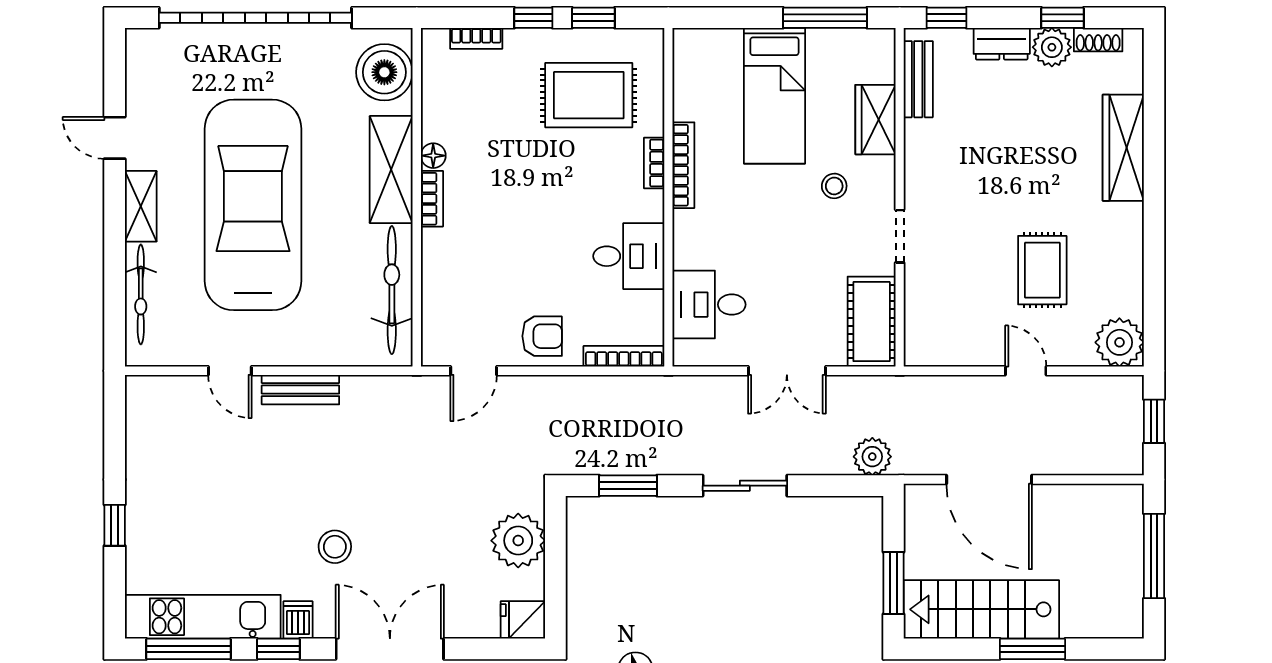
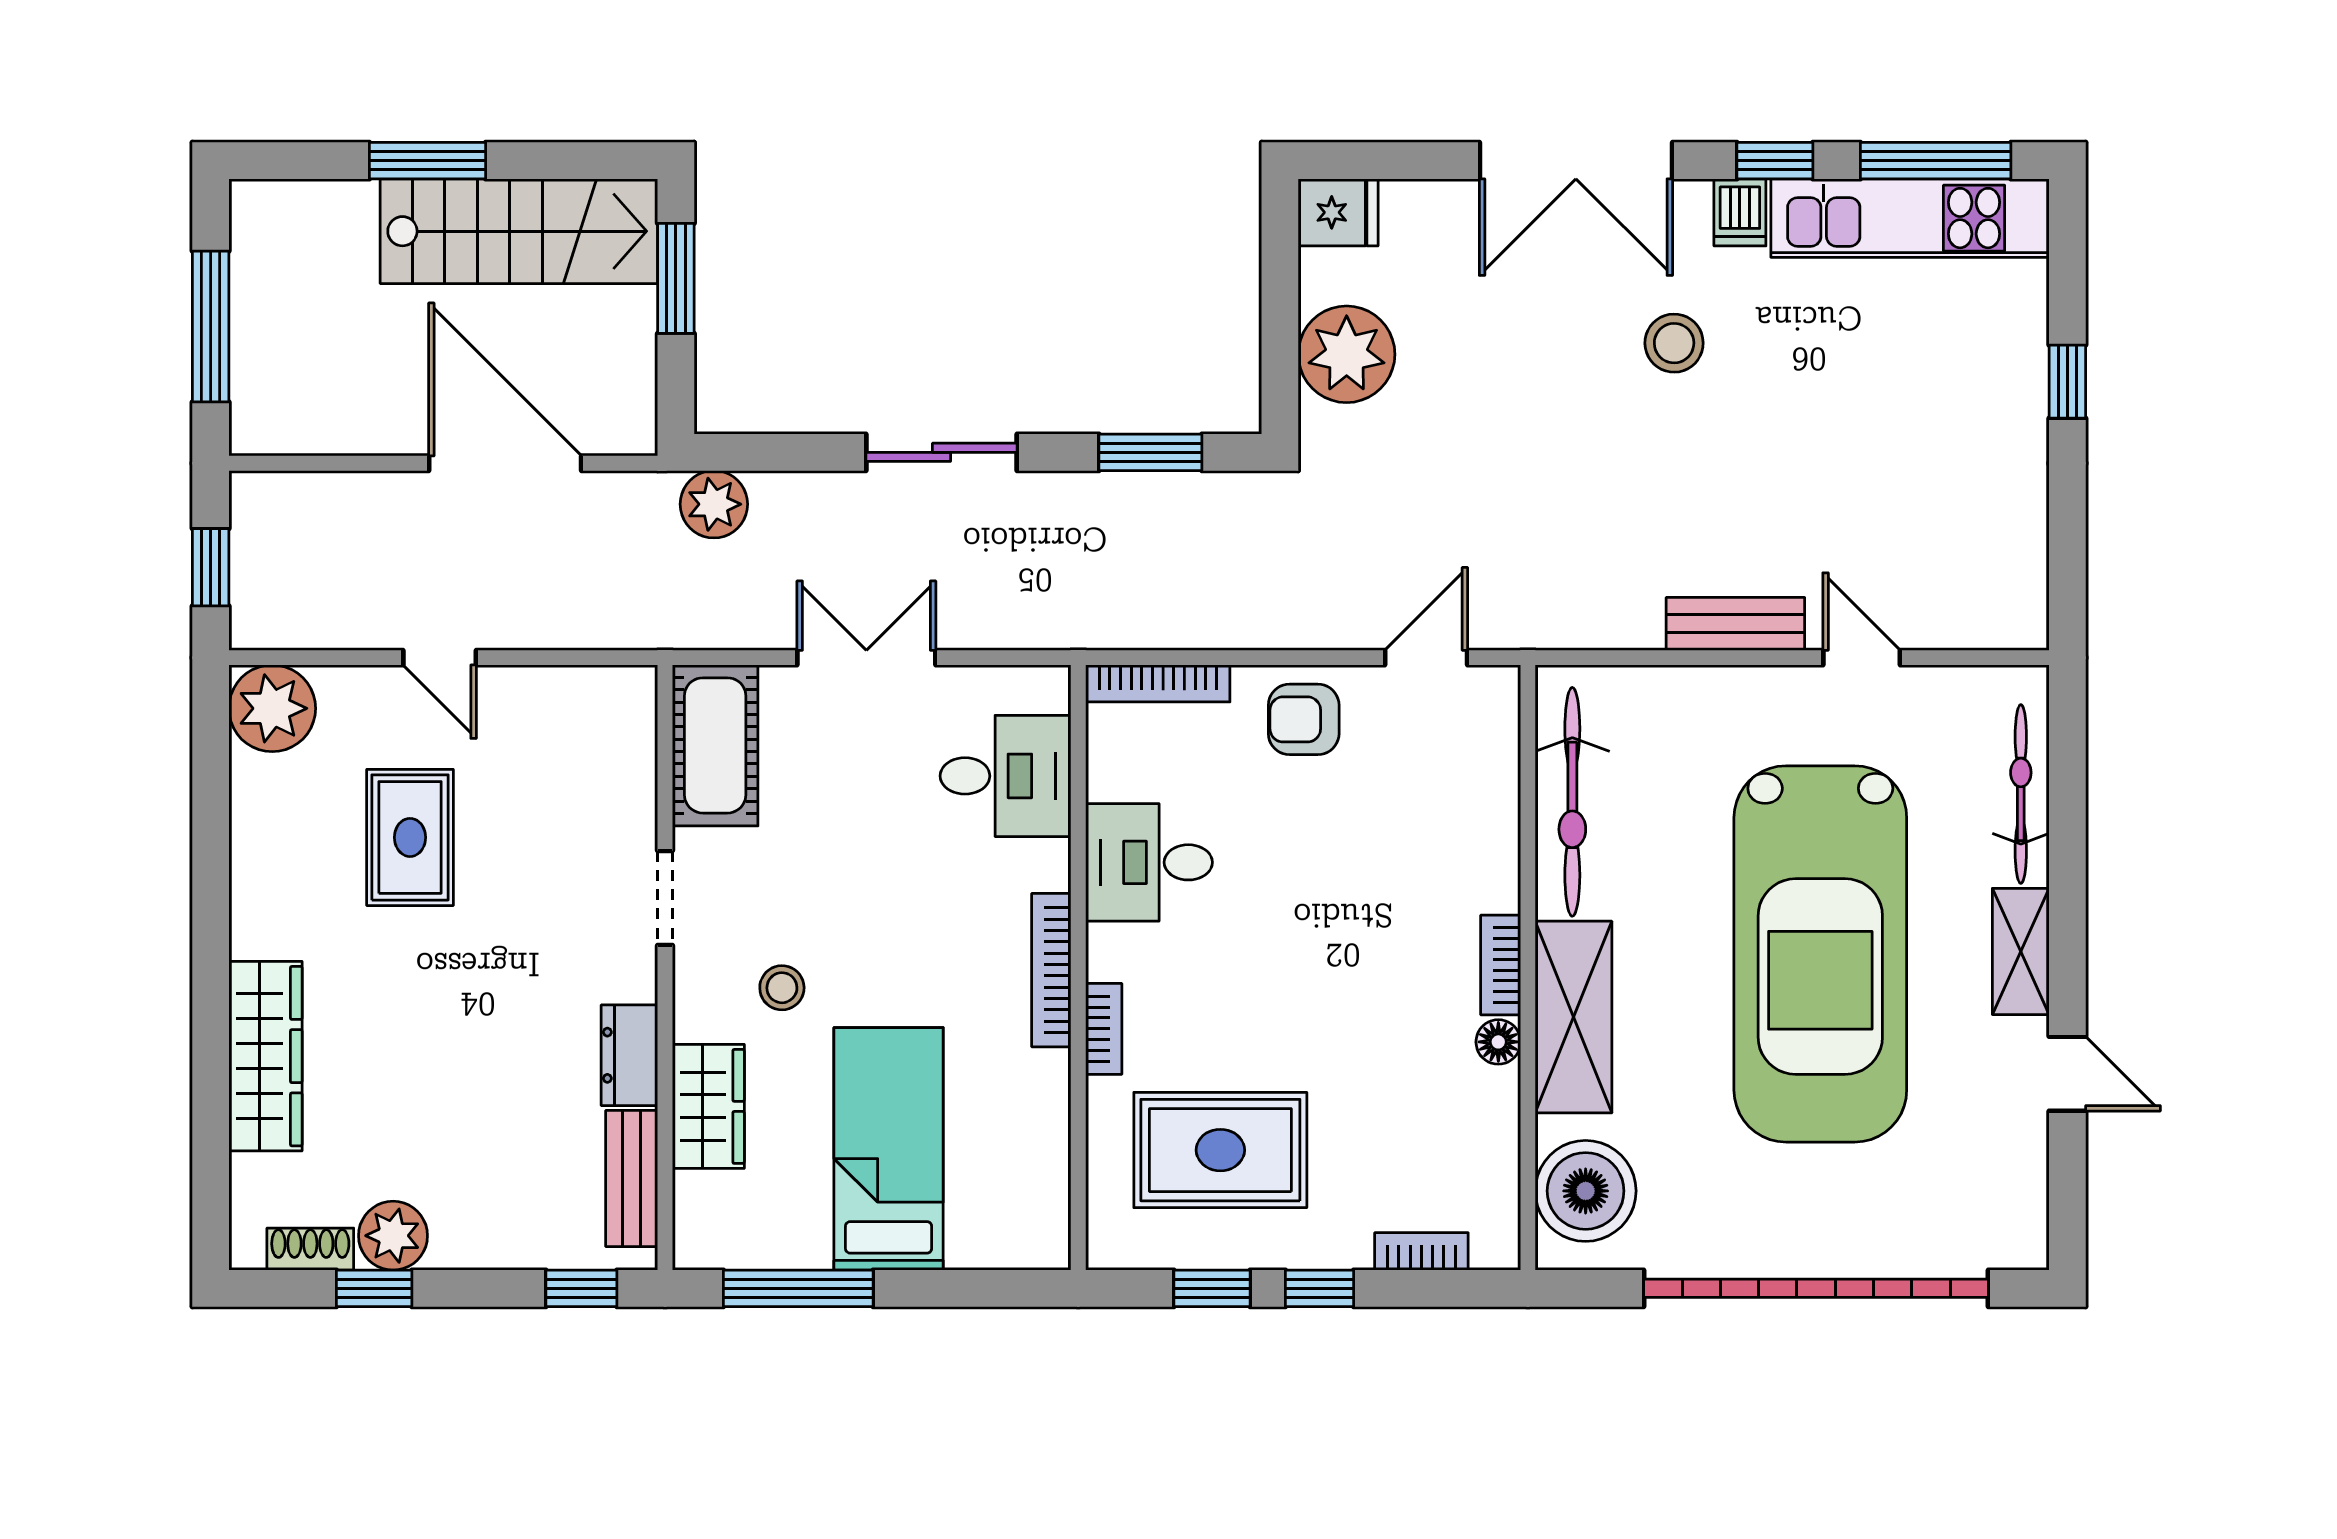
dresser: (1002, 44) -> (629, 1055), moved, turned -90
bookcase: (683, 165) -> (1051, 970), moved

